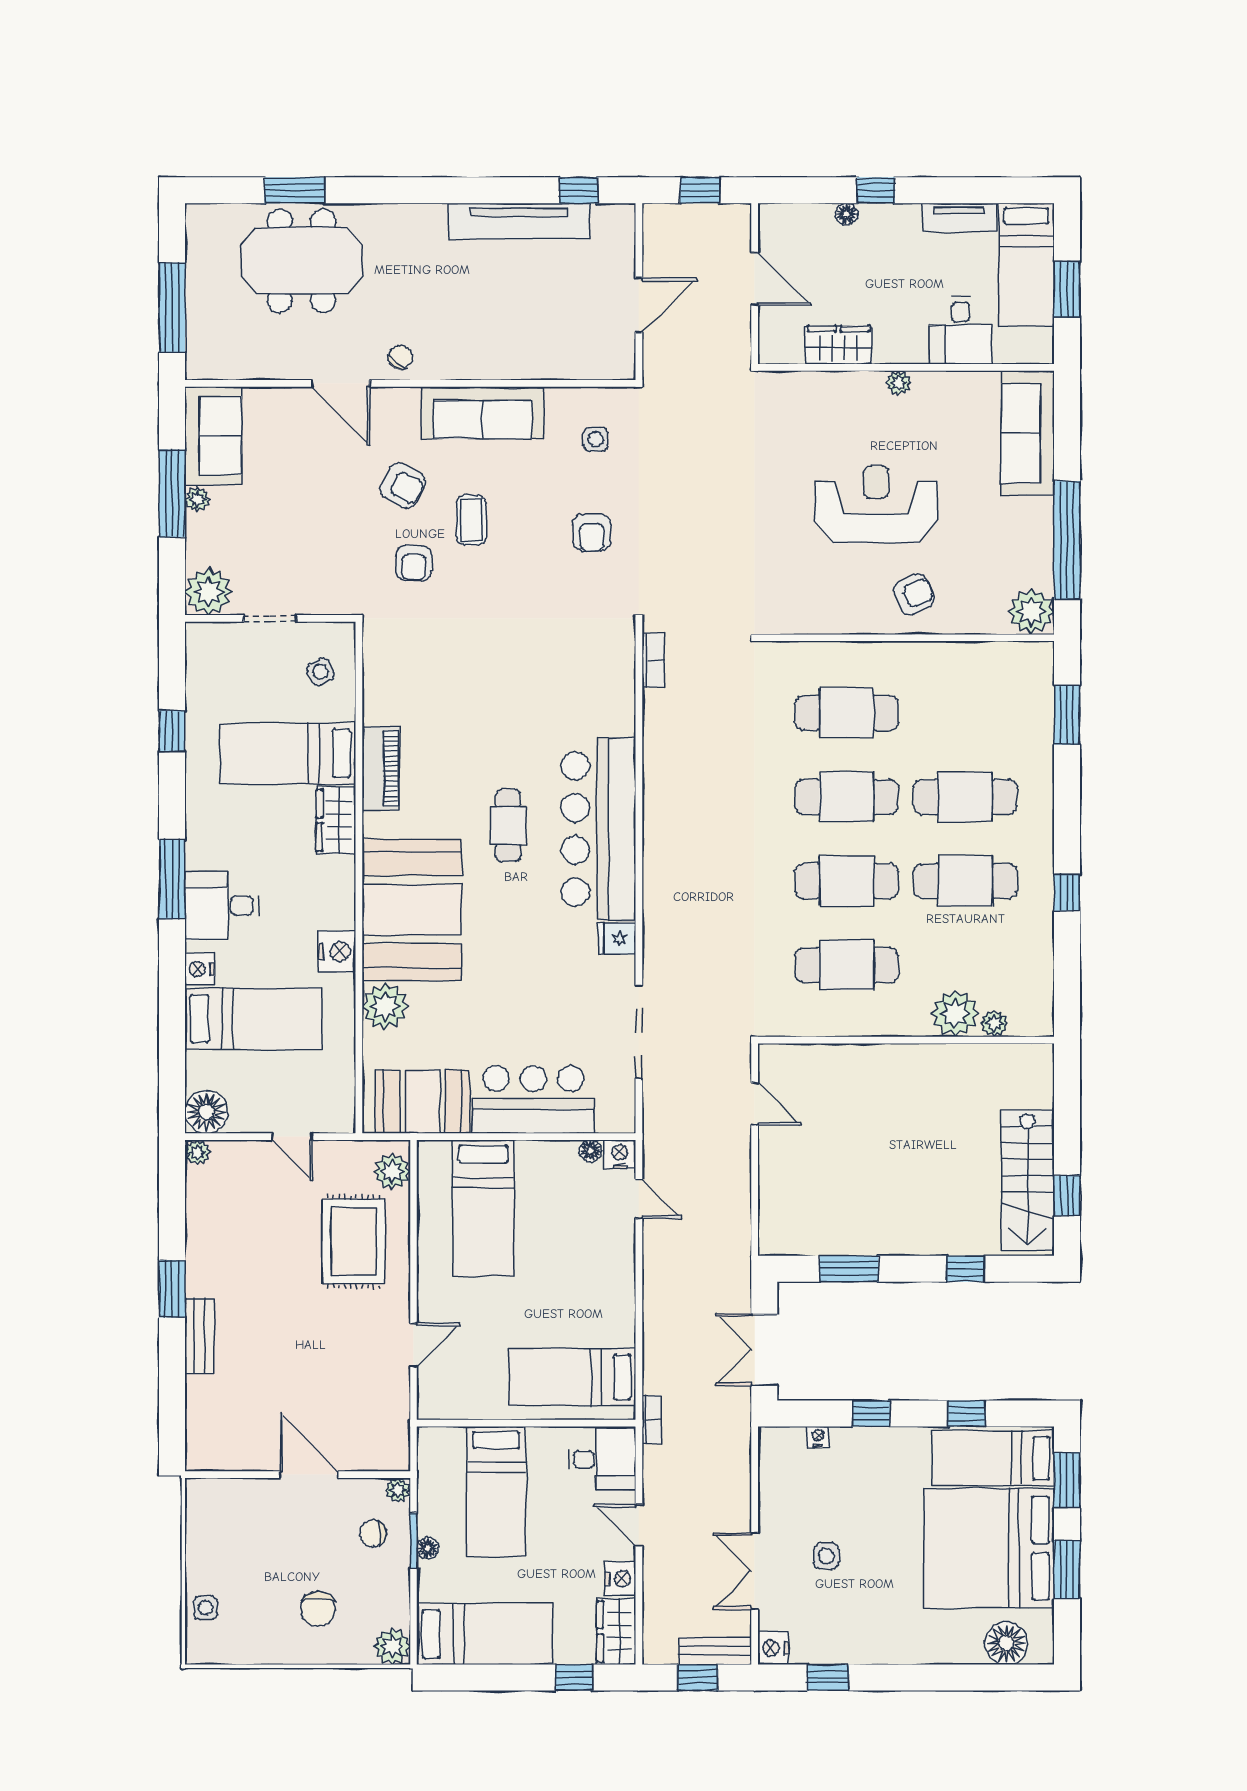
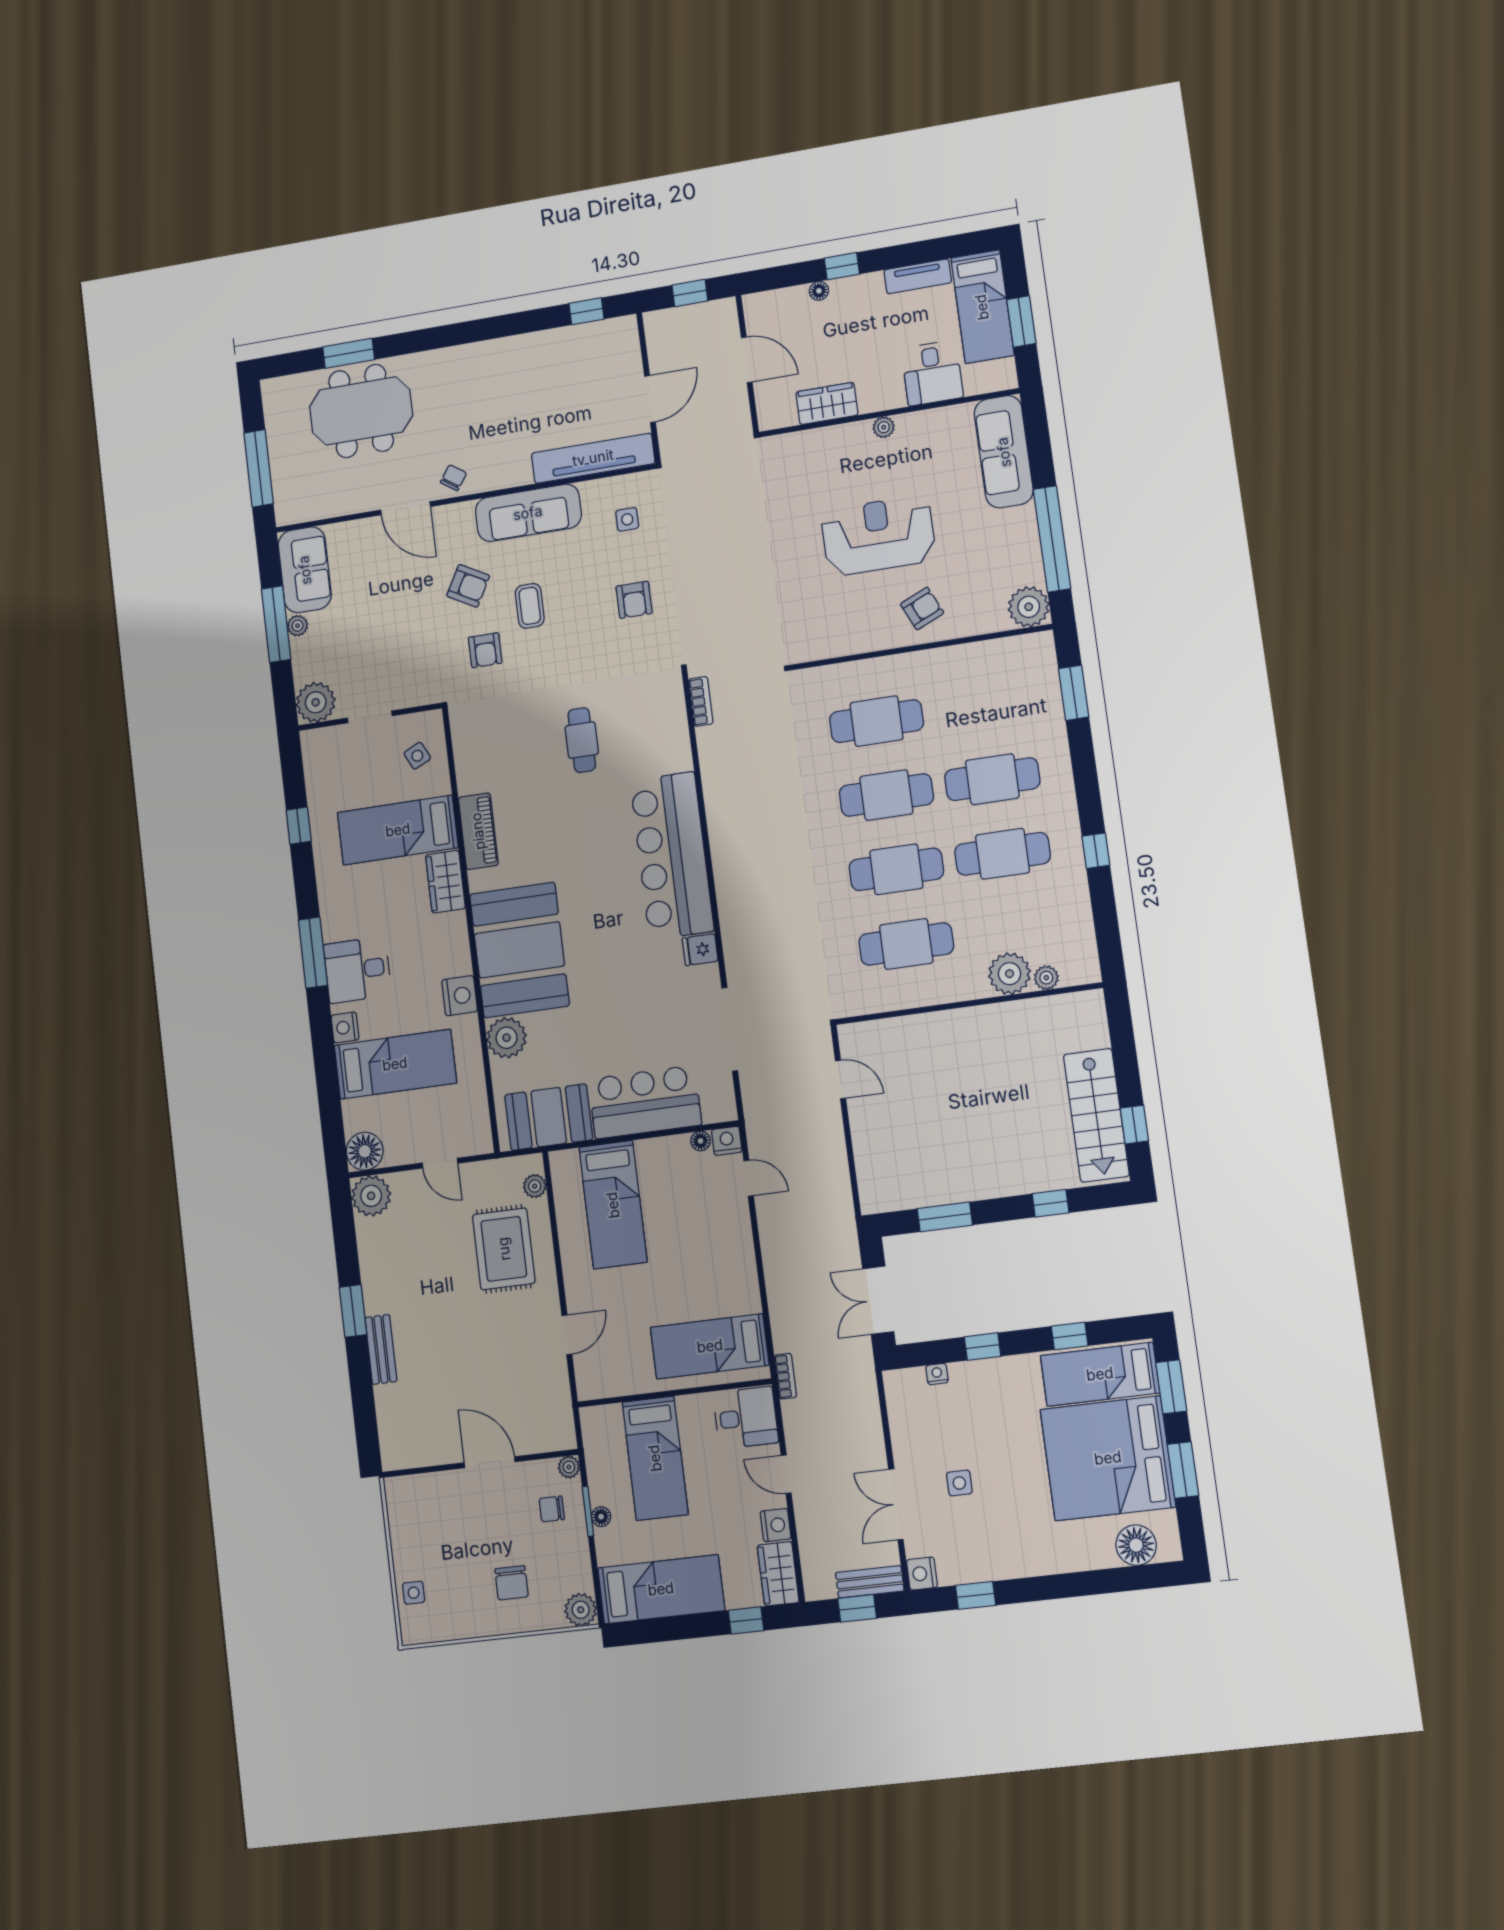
tv unit: (519, 221) -> (593, 458), moved, turned 180
cafe table: (508, 825) -> (582, 740), moved
plant: (197, 1152) -> (371, 1196), width x1.88, depth x1.88
plant: (392, 1171) -> (535, 1186), width x0.73, depth x0.73

